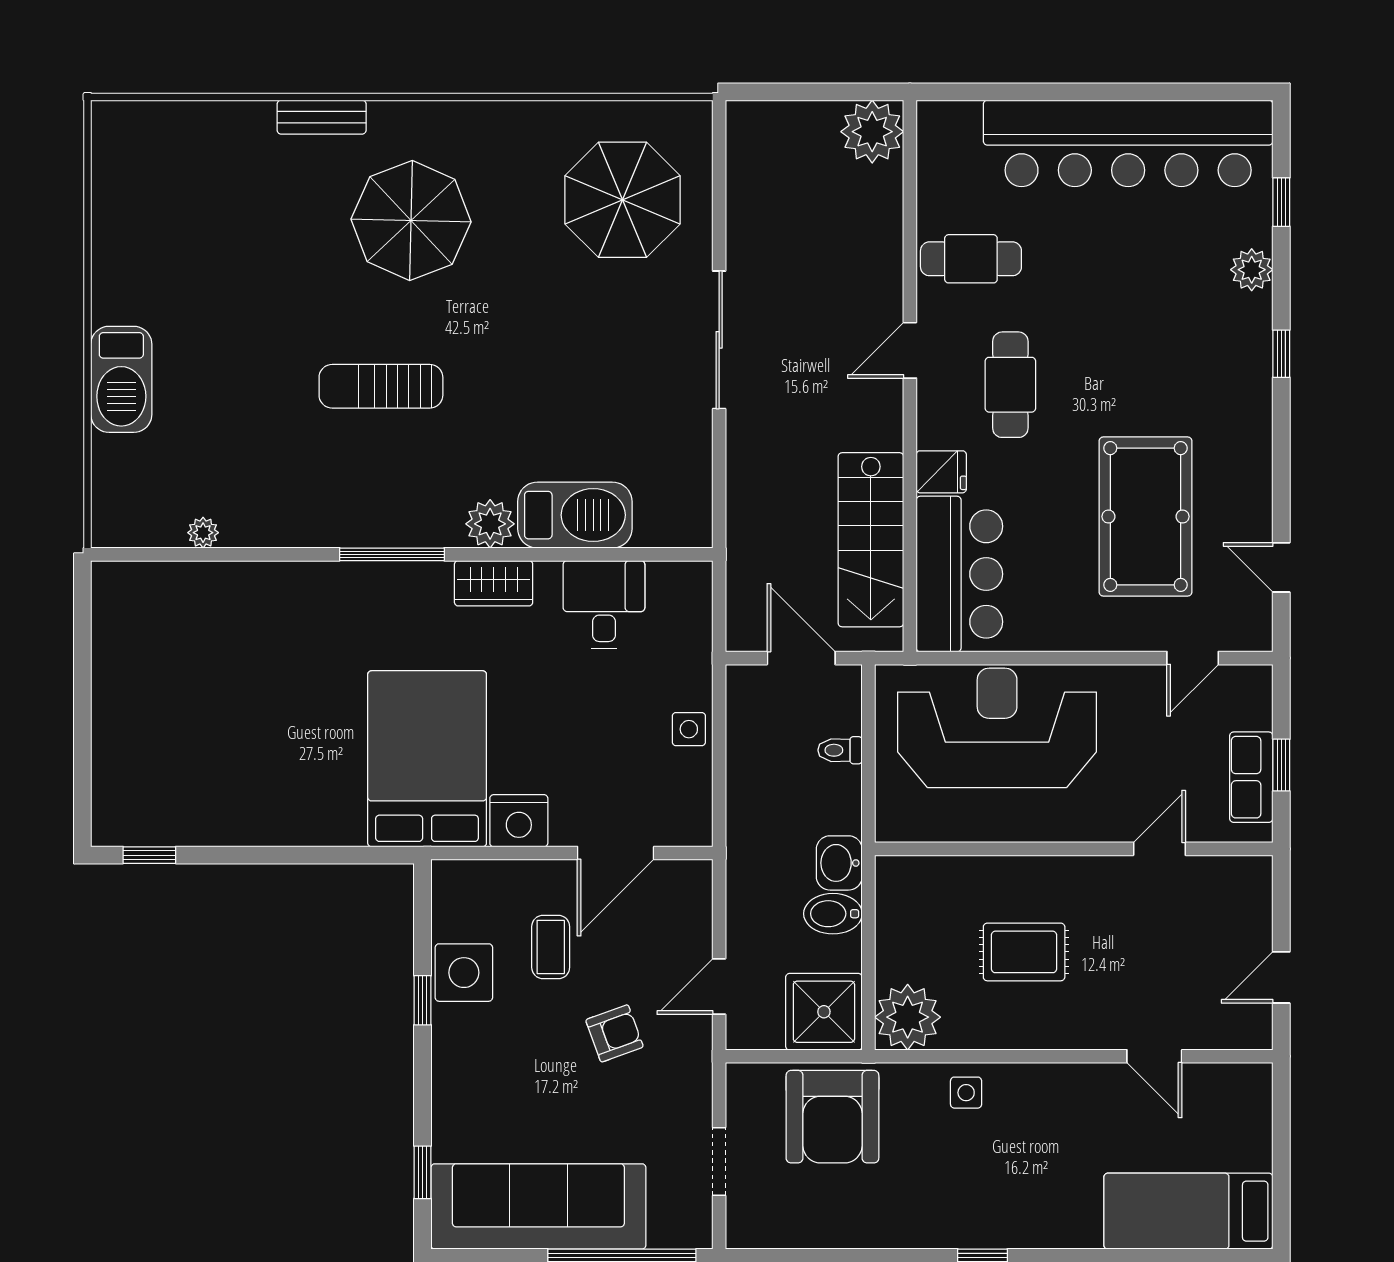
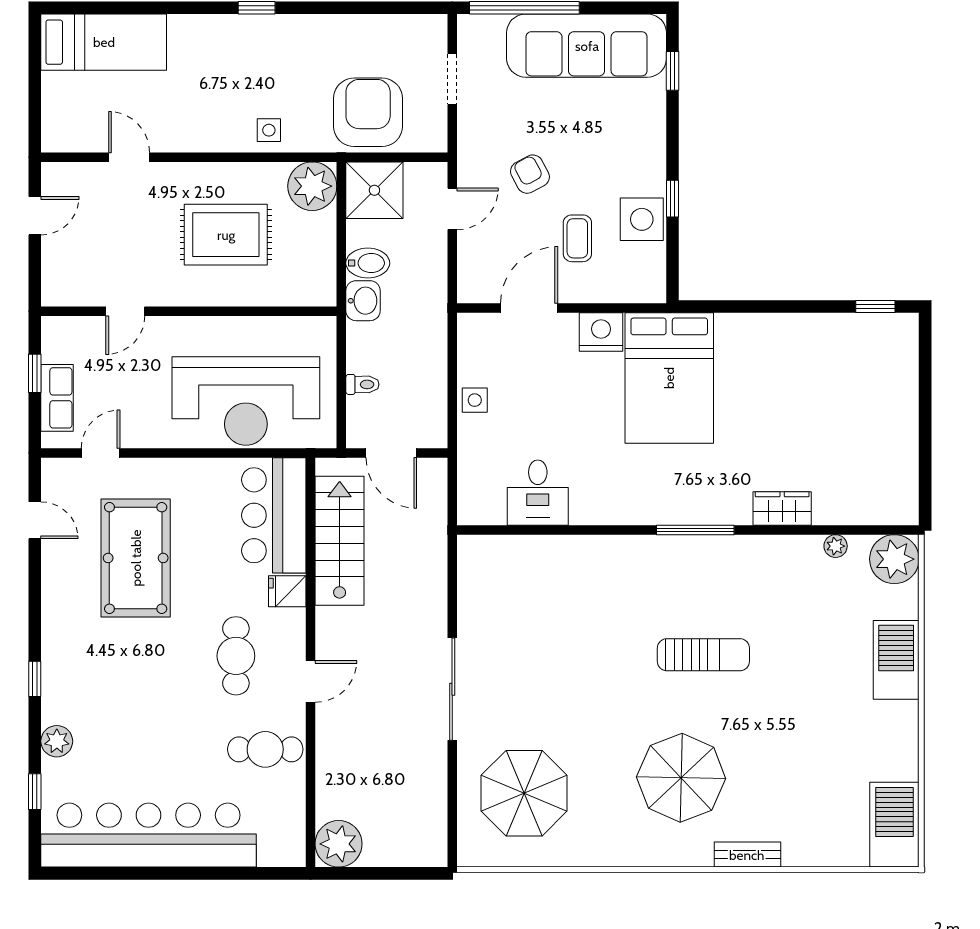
barbecue: (575, 515) -> (894, 825), moved, turned 90
plant: (490, 524) -> (894, 559), moved, width x1.36, depth x1.36
wardrobe: (494, 583) -> (782, 508), moved
row of seats: (1251, 777) -> (57, 398), moved
rug: (1024, 952) -> (226, 235), width x1.36, depth x1.43
armchair: (614, 1033) -> (530, 174), turned 82

